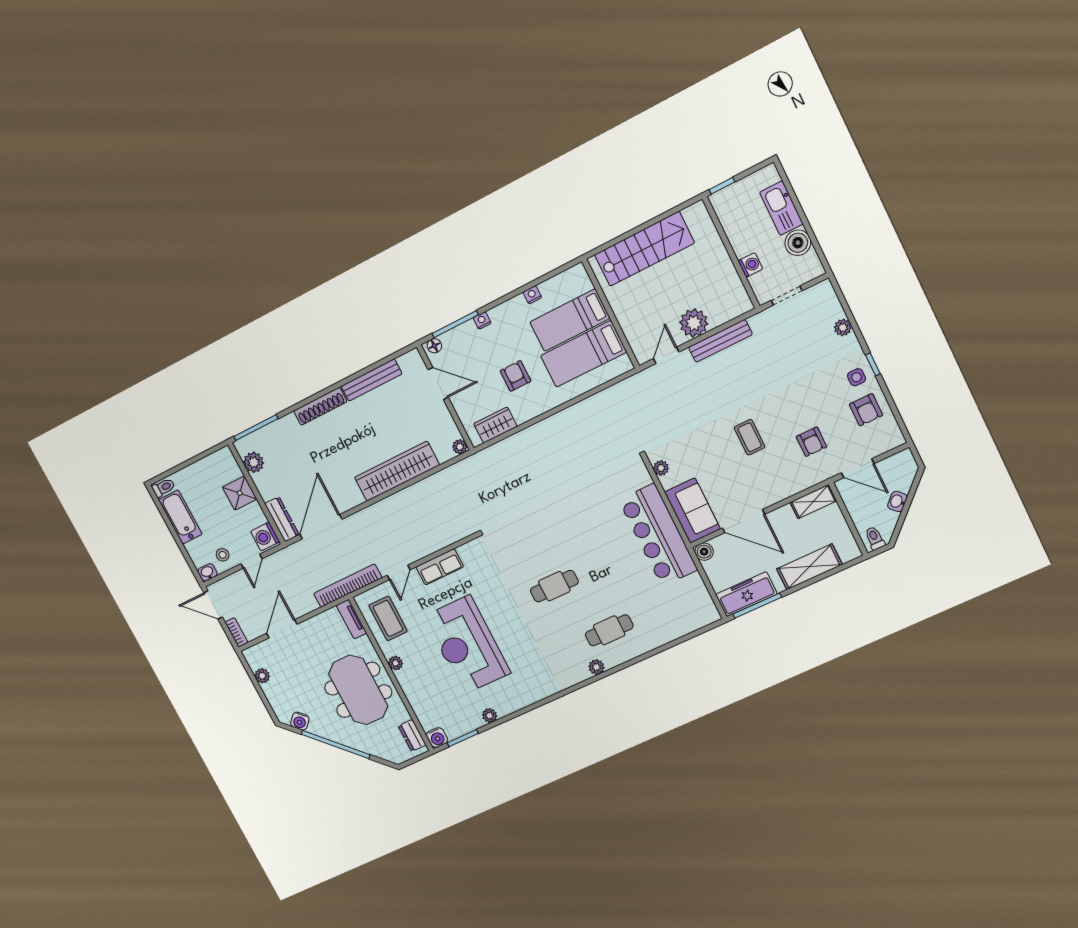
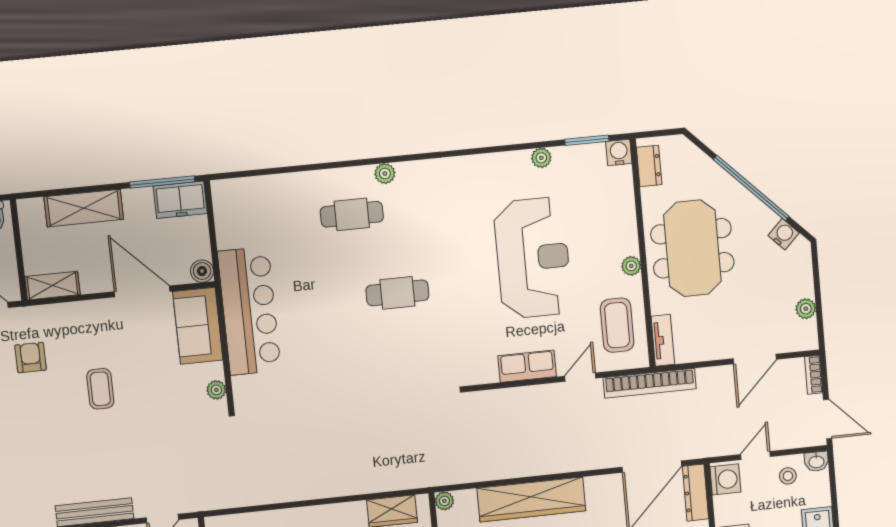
freezer: (746, 594) -> (180, 200), width x0.71

